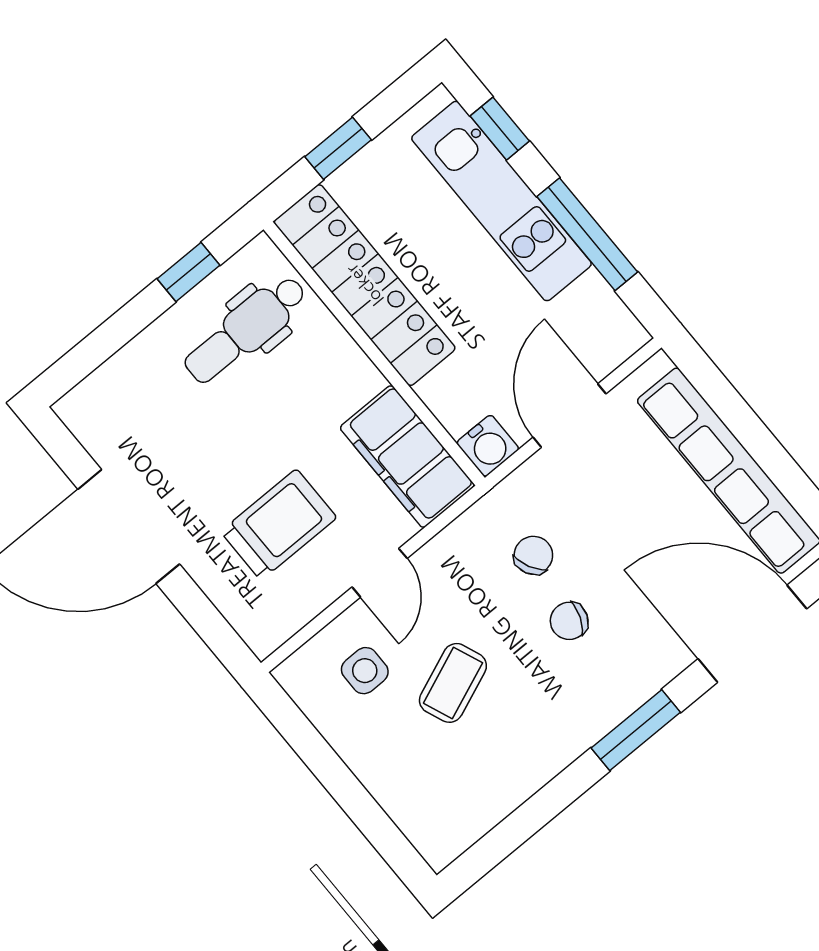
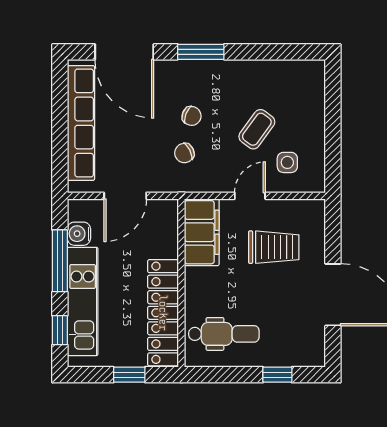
window: (188, 272) -> (277, 375), moved
water cooler: (488, 446) -> (79, 234), moved, turned -90
trolley: (279, 525) -> (274, 247), turned 180
coffee table: (453, 683) -> (257, 129), turned -32

